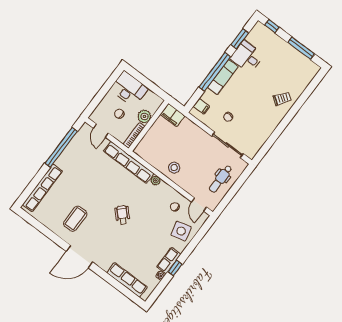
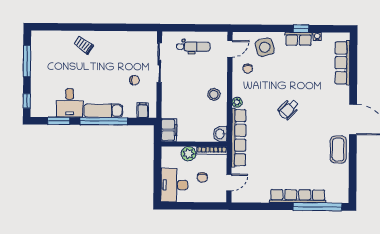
window: (61, 147) -> (317, 207), moved
washbasin: (141, 151) -> (220, 134), added
row of seats: (42, 188) -> (298, 196), moved
coffee table: (75, 219) -> (338, 149), moved, turned 90

